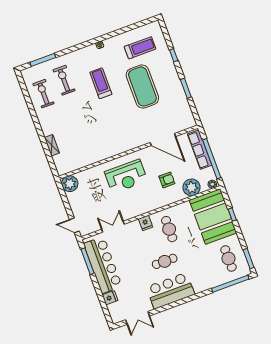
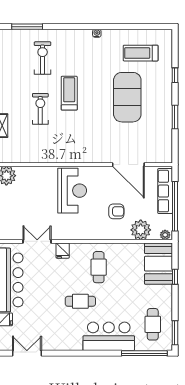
treadmill: (140, 48) -> (141, 53), turned 180
treadmill: (101, 83) -> (69, 93), moved
exercise bike: (44, 94) -> (40, 109), moved
reception desk: (126, 176) -> (72, 191), turned -90
booth: (213, 217) -> (159, 264), width x0.73, depth x0.70
fridge: (146, 223) -> (63, 251), moved
bar counter: (170, 291) -> (109, 336), moved
double door: (138, 318) -> (27, 353), swing flipped

